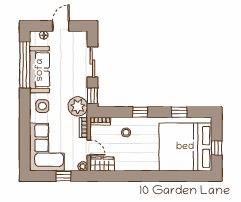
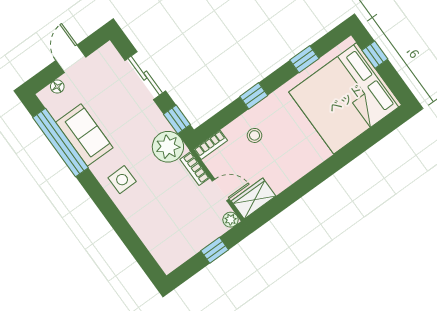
sofa: (40, 70) -> (84, 135), width x0.73
corner sofa: (47, 147) -> (166, 228), removed
window: (217, 148) -> (375, 55), moved

